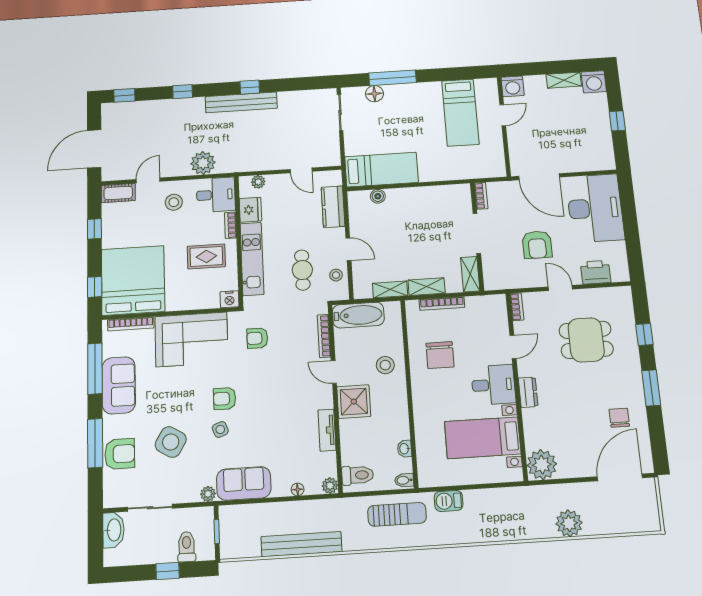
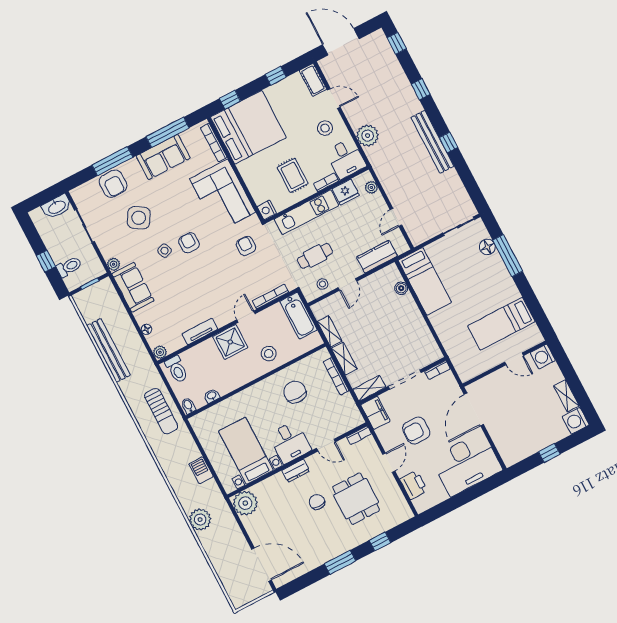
filing cabinet: (500, 279) -> (375, 413), added
chair: (440, 355) -> (295, 392), turned 90
chair: (619, 418) -> (317, 502), moved, turned -90
barbecue: (449, 501) -> (201, 470), moved
plant: (569, 523) -> (200, 520), moved

